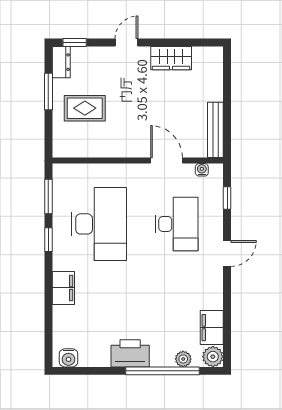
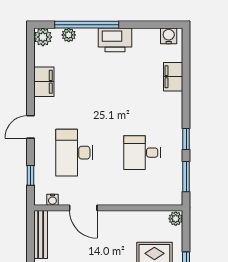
plant: (60, 148) -> (176, 219), added
desk: (99, 224) -> (142, 153), width x0.53, depth x0.77
filing cabinet: (63, 288) -> (173, 77), moved
filing cabinet: (212, 328) -> (44, 82), moved

